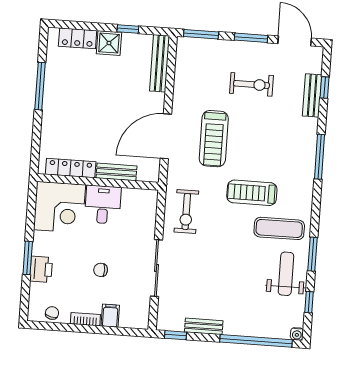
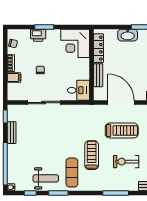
washbasin: (52, 117) -> (128, 35), added
treadmill: (214, 139) -> (122, 131), turned 180
desk: (103, 205) -> (79, 90), moved
exercise bike: (186, 212) -> (126, 162), moved

